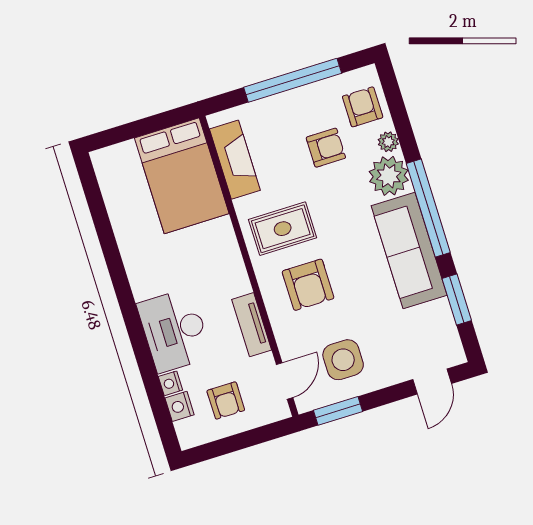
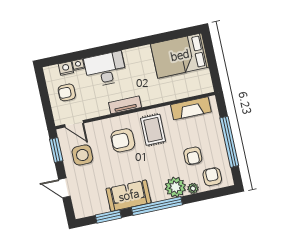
armchair: (363, 107) -> (212, 177), turned -90
bed: (182, 176) -> (180, 56), moved
sofa: (409, 251) -> (129, 196), width x0.73
tv unit: (252, 325) -> (125, 105), moved
door: (432, 381) -> (64, 188), moved

